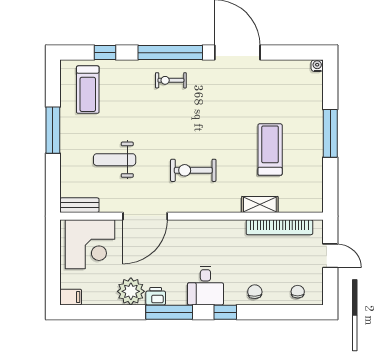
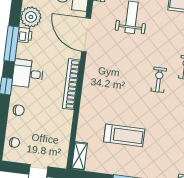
exercise bike: (193, 170) -> (159, 80), moved, width x0.73, depth x0.72
shelving: (260, 204) -> (80, 156), moved
bookcase: (279, 227) -> (71, 84), moved

